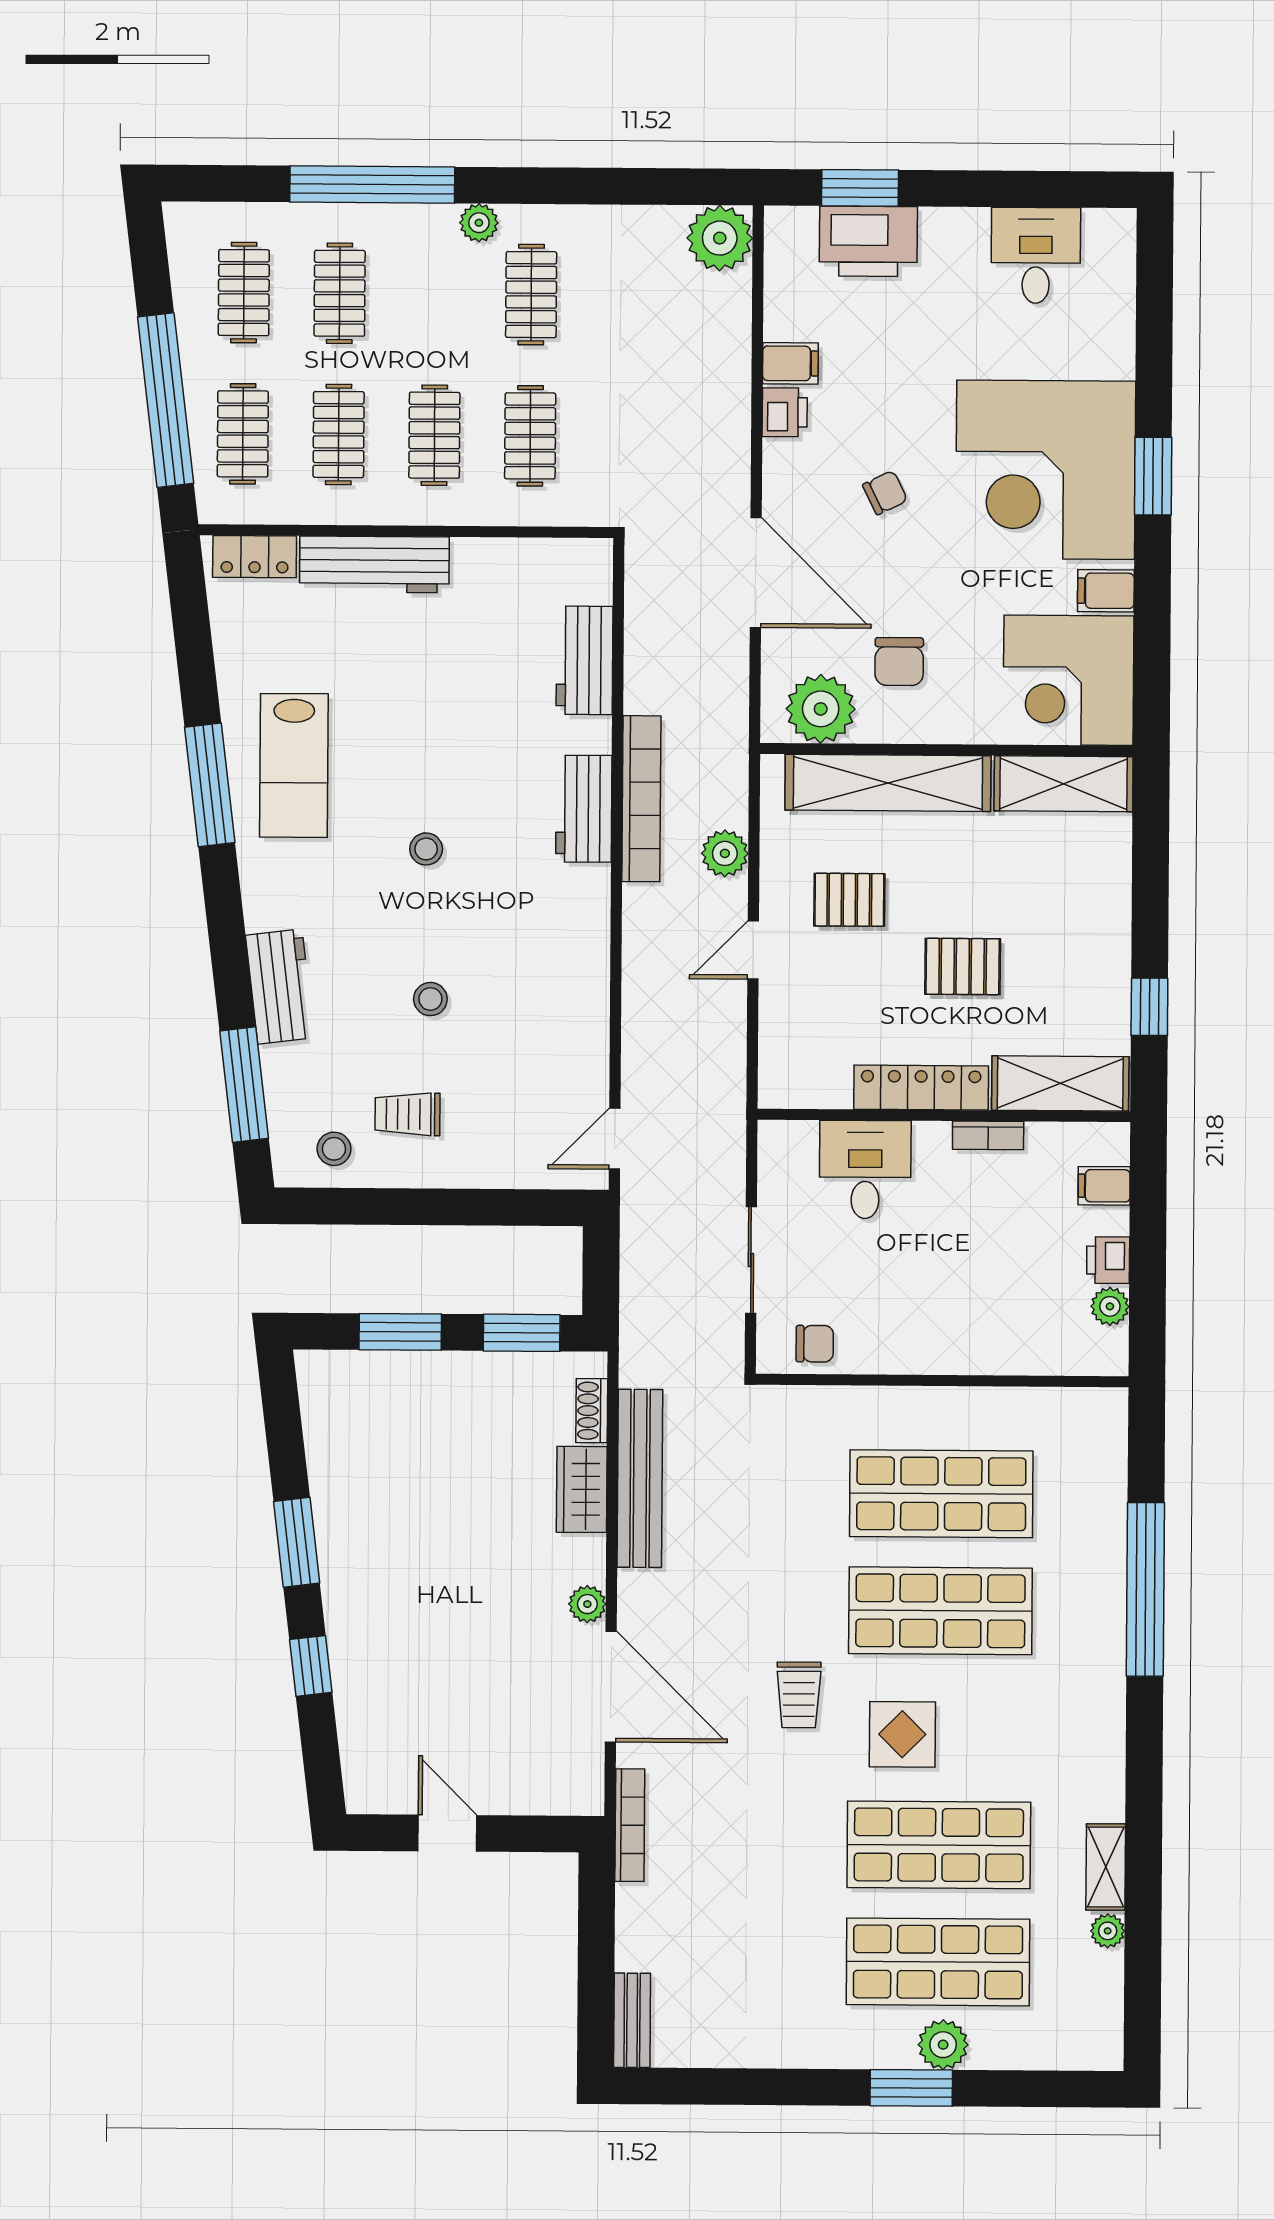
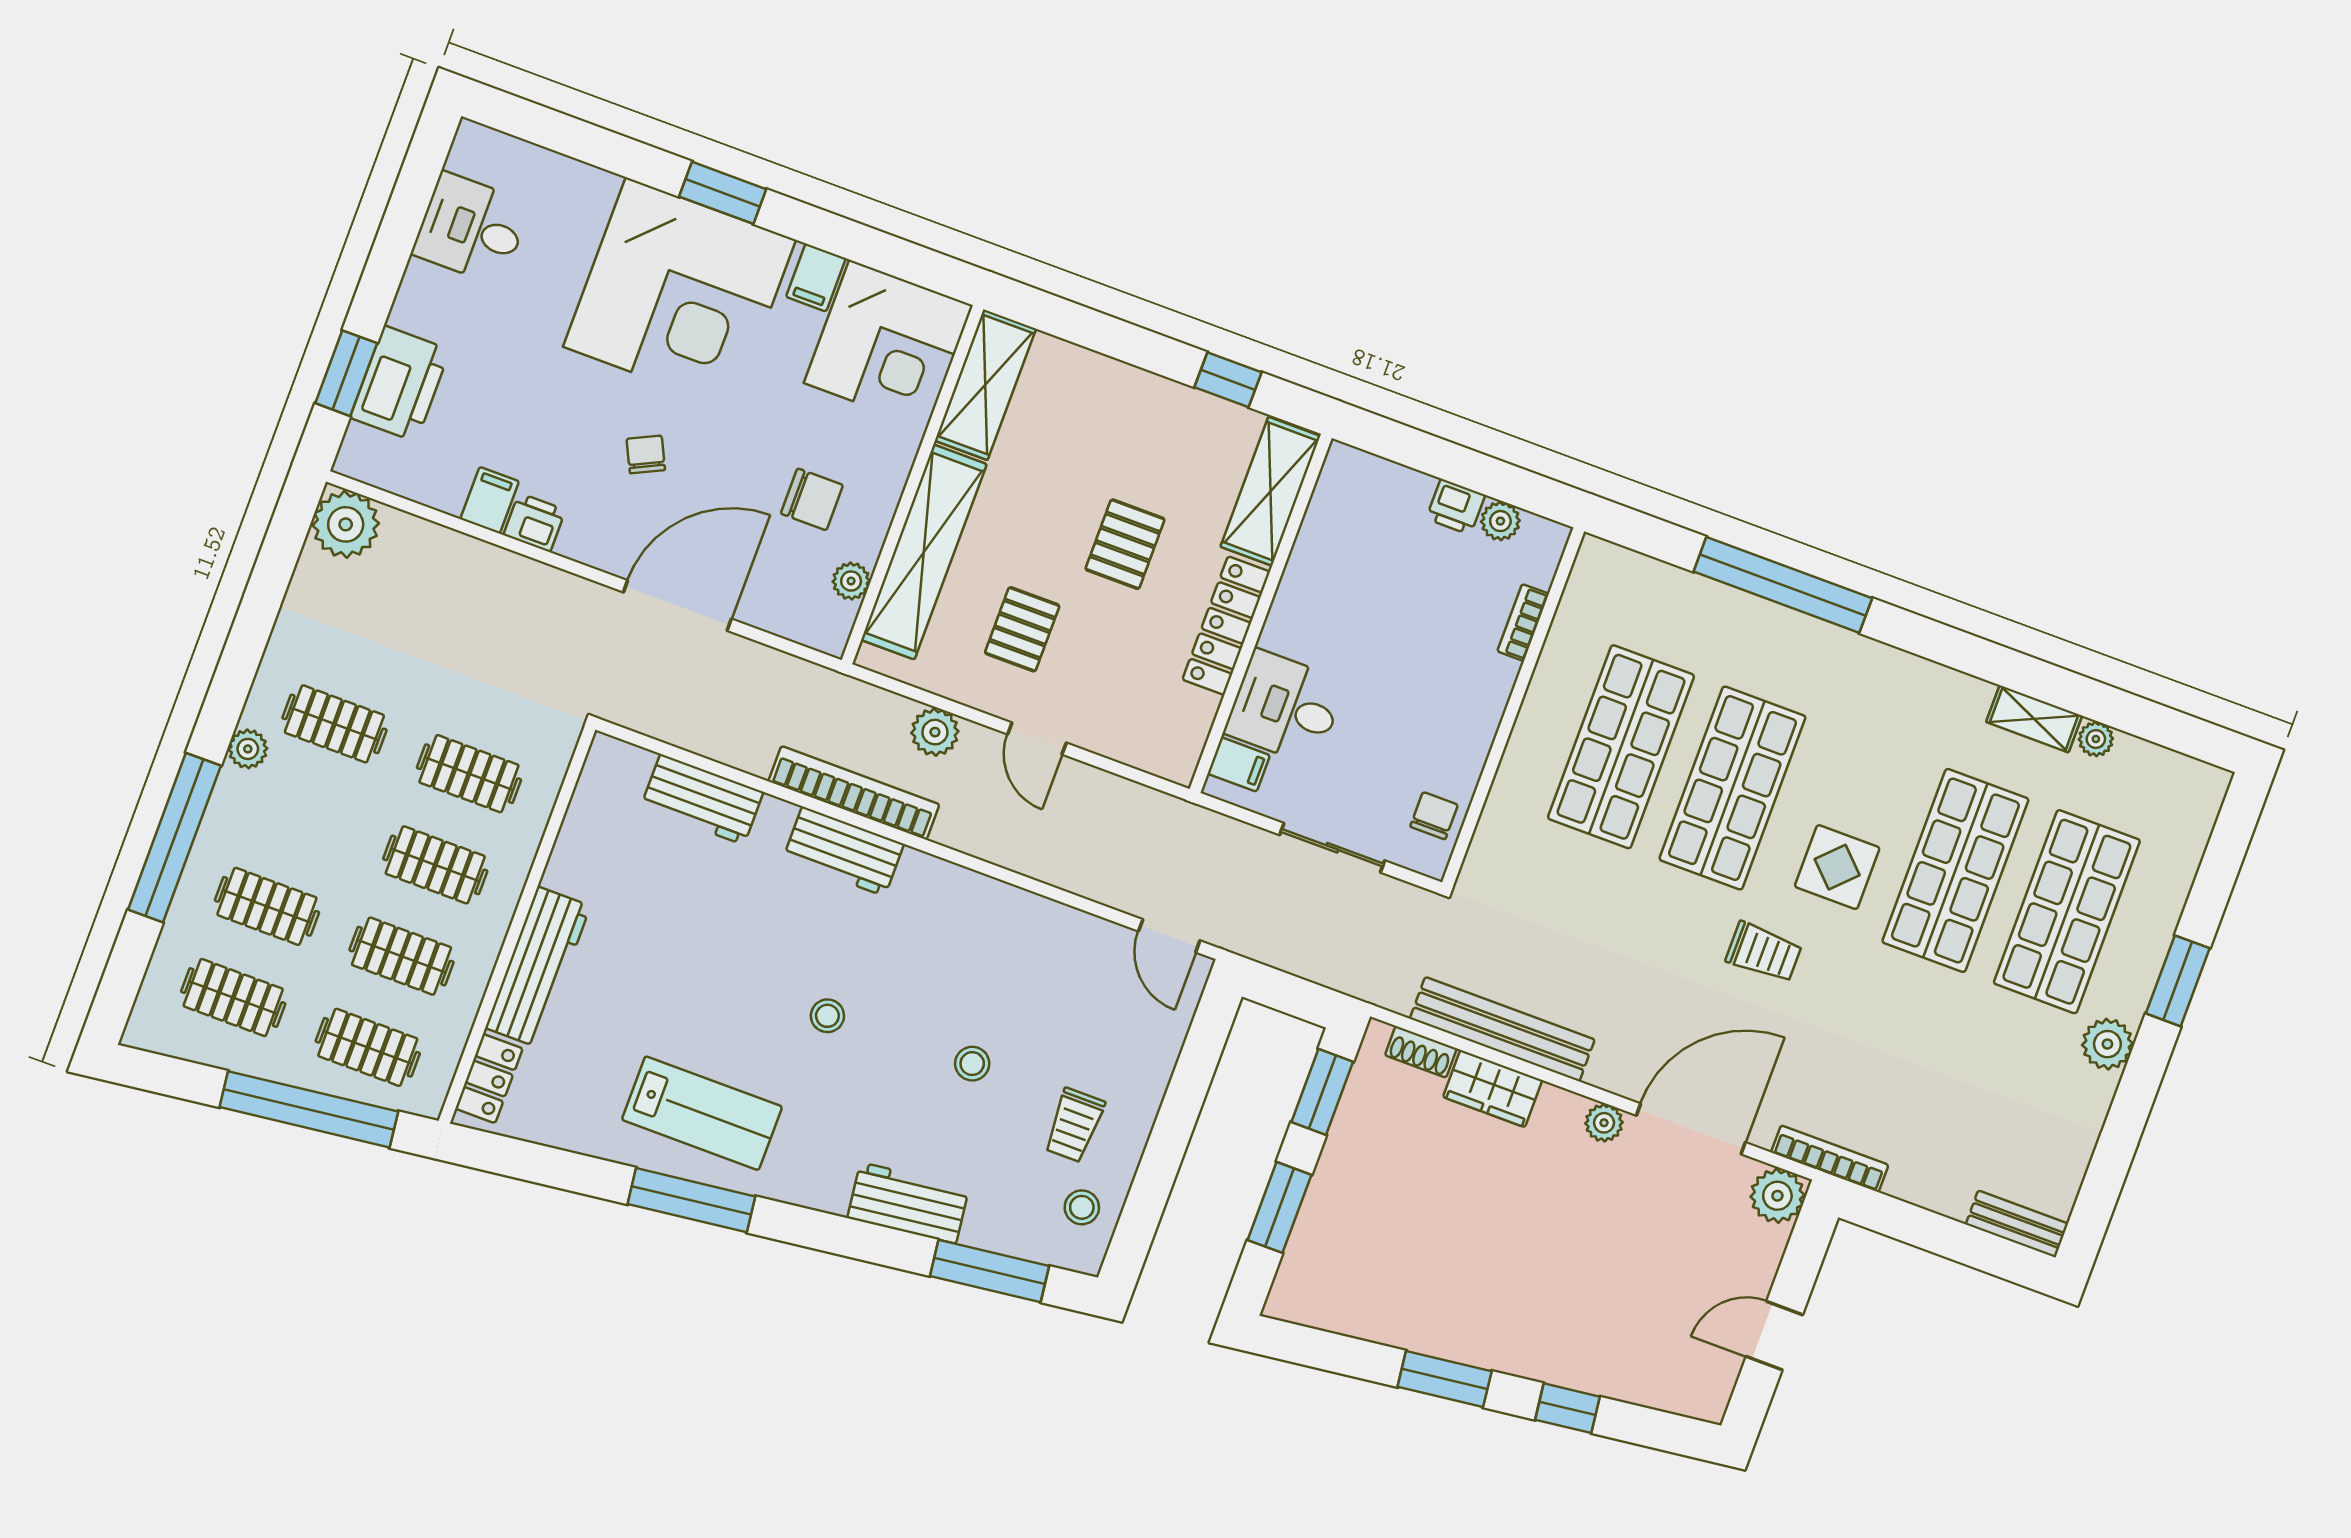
plant: (821, 709) -> (851, 581), width x0.53, depth x0.53
bookcase: (988, 1135) -> (1523, 623), moved, turned 180
filing cabinet: (1104, 1186) -> (1239, 764), moved, turned -90
plant: (578, 1789) -> (1777, 1196), added
plant: (943, 2045) -> (2107, 1044), moved

